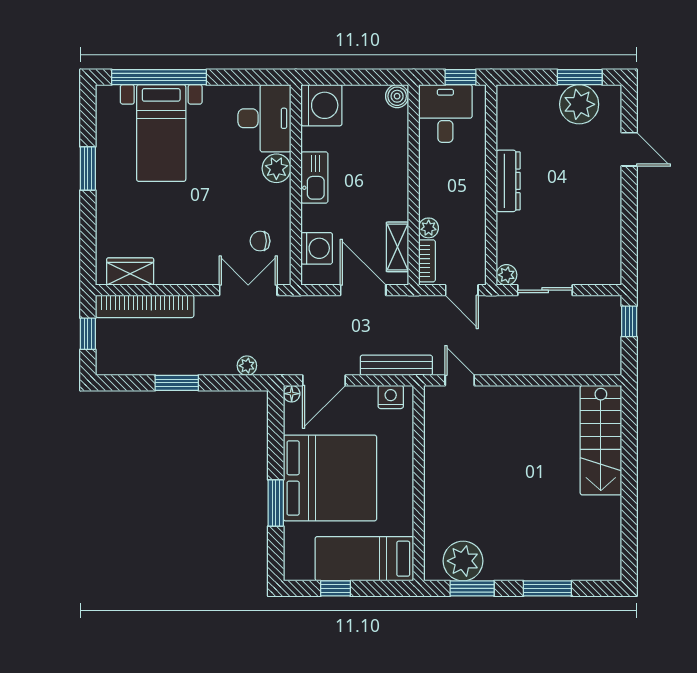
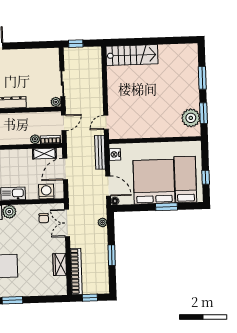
wardrobe: (130, 272) -> (60, 265), moved
bed: (364, 559) -> (185, 179), moved, turned 180

